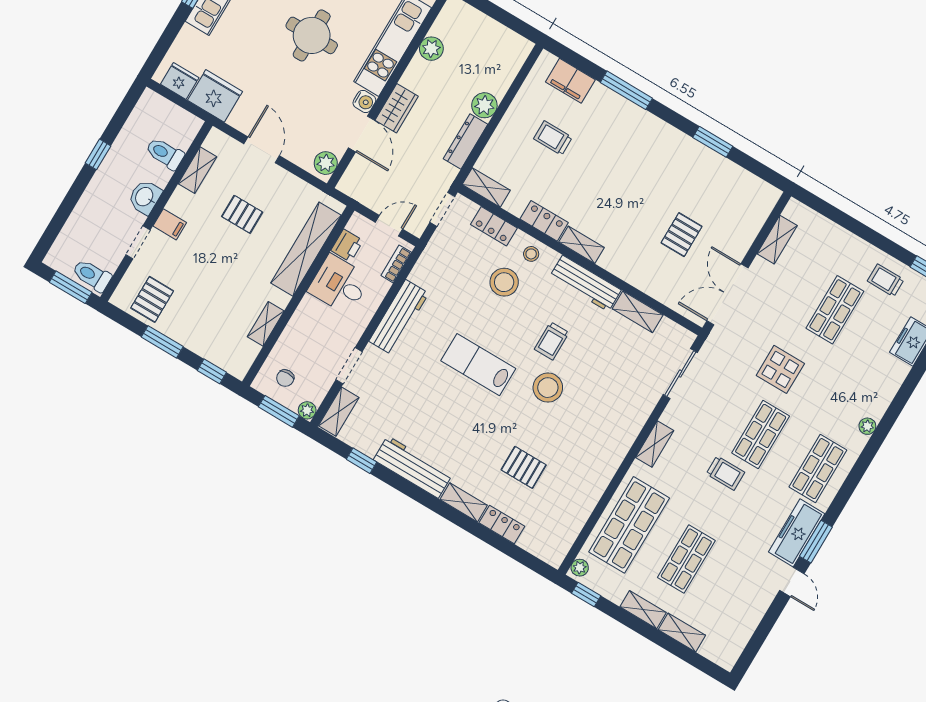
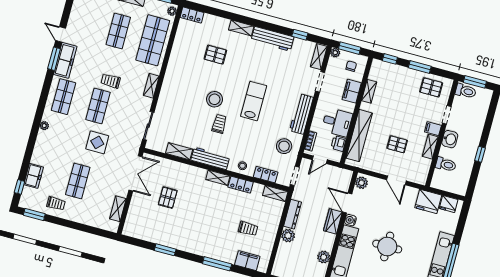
shelving: (197, 170) -> (430, 147), moved
stool: (504, 282) -> (284, 146), moved
pallet: (152, 299) -> (431, 87), turned 90
filing cabinet: (297, 333) -> (352, 91), added
lab bench: (478, 365) -> (254, 101), turned -90
locker: (502, 525) -> (192, 15), moved

